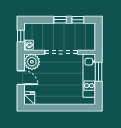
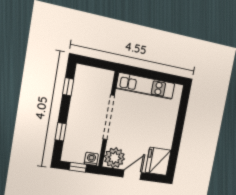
window: (60, 20) -> (61, 132), moved
window: (98, 72) -> (143, 73), removed
fridge: (29, 98) -> (158, 161), width x1.88, depth x1.34

